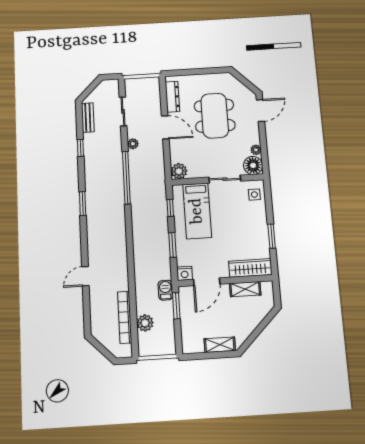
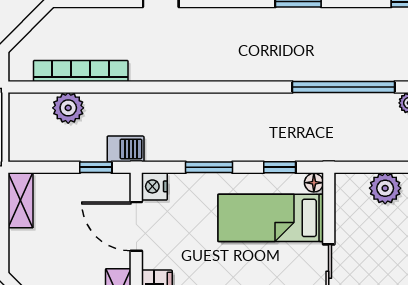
plant: (179, 171) -> (385, 188), moved
floor lamp: (177, 190) -> (314, 183), added
window: (176, 306) -> (96, 167), width x0.67
shelving: (220, 345) -> (21, 200), moved

